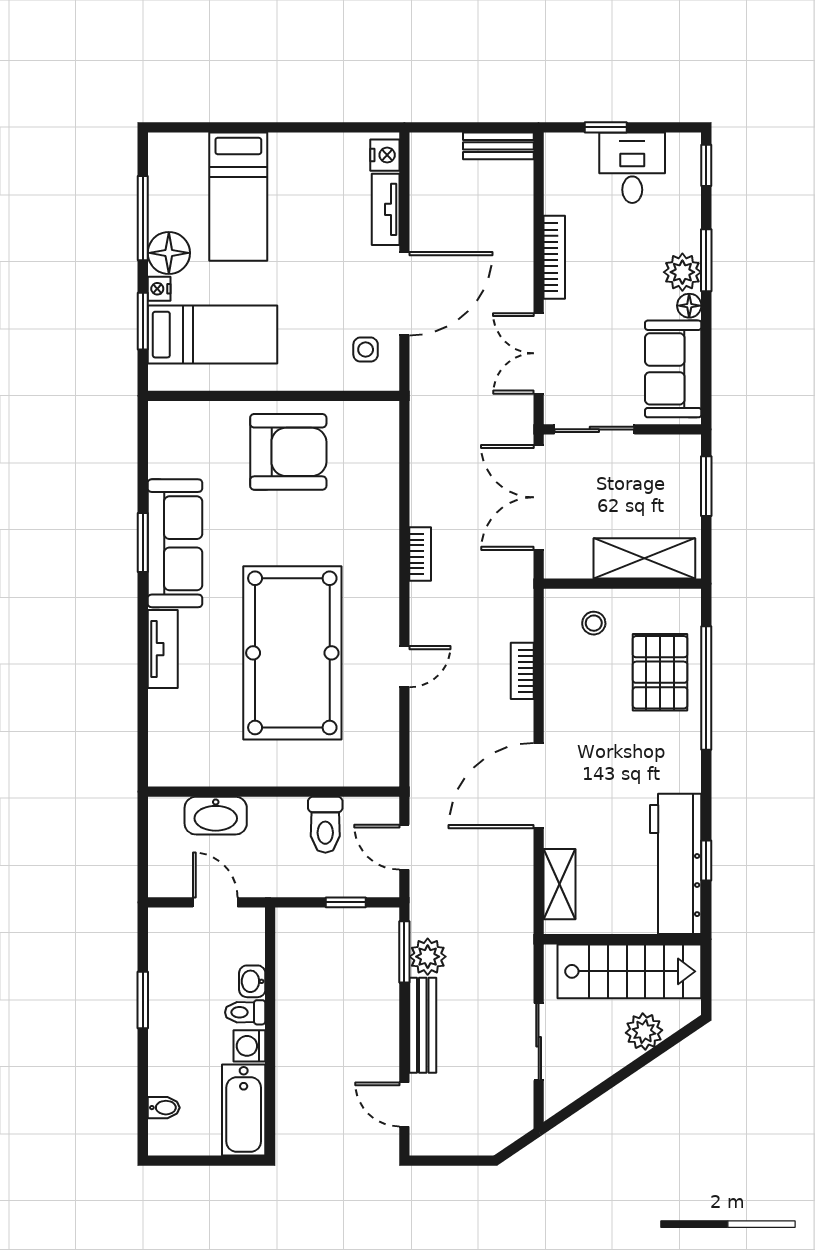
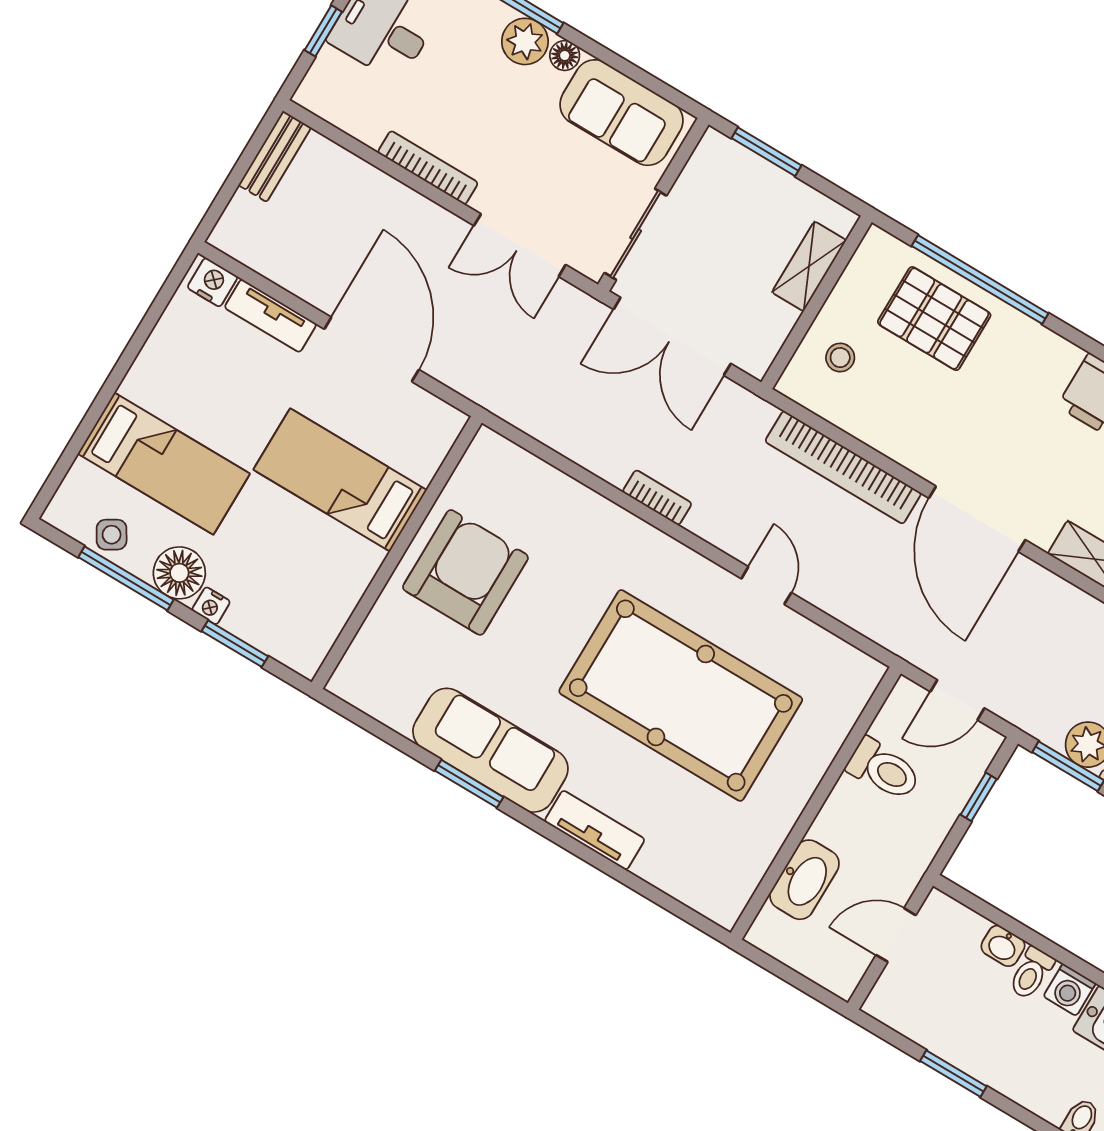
bed: (212, 335) -> (340, 480), moved, turned -90
side table: (366, 350) -> (112, 535), moved, turned -31
shelving: (644, 558) -> (809, 266), width x0.67, depth x0.75
bookcase: (522, 671) -> (843, 467), width x2.31, depth x1.31

